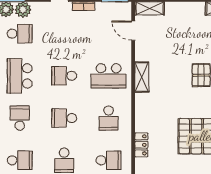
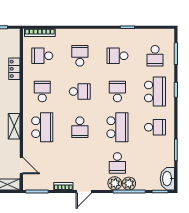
school desk: (20, 34) -> (117, 163), turned -90
school desk: (64, 76) -> (80, 127), turned 90
school desk: (109, 76) -> (42, 127), turned 90
school desk: (20, 118) -> (117, 91), turned 180

